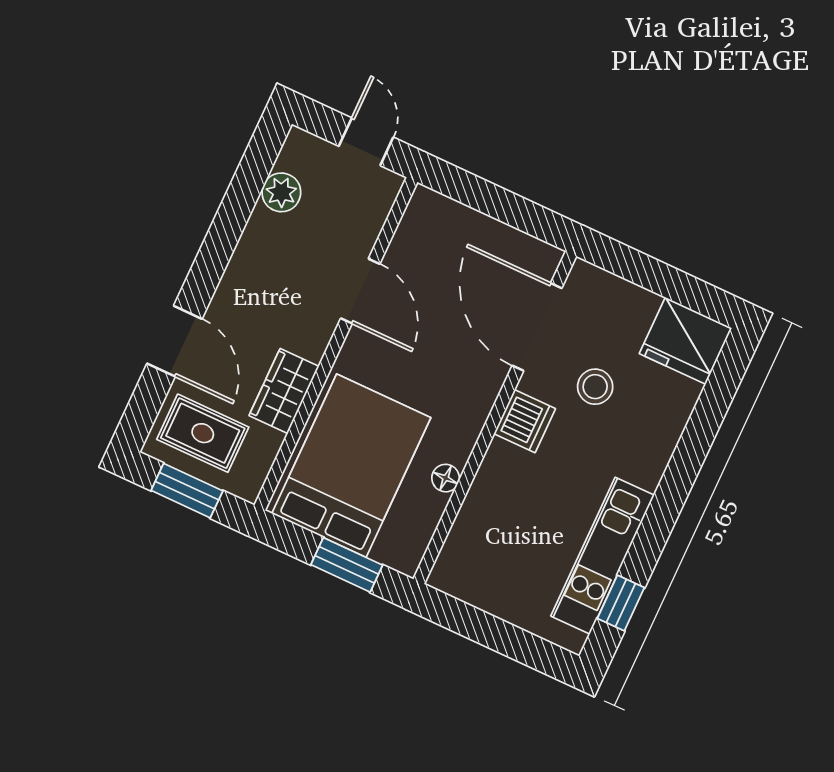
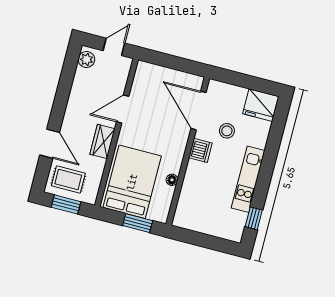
door: (366, 142) -> (114, 47), hinge flipped
plant: (281, 192) -> (86, 59), moved
door: (360, 291) -> (123, 109), swing flipped
wardrobe: (284, 391) -> (102, 142), moved
kitchen unit: (603, 556) -> (248, 179), moved

